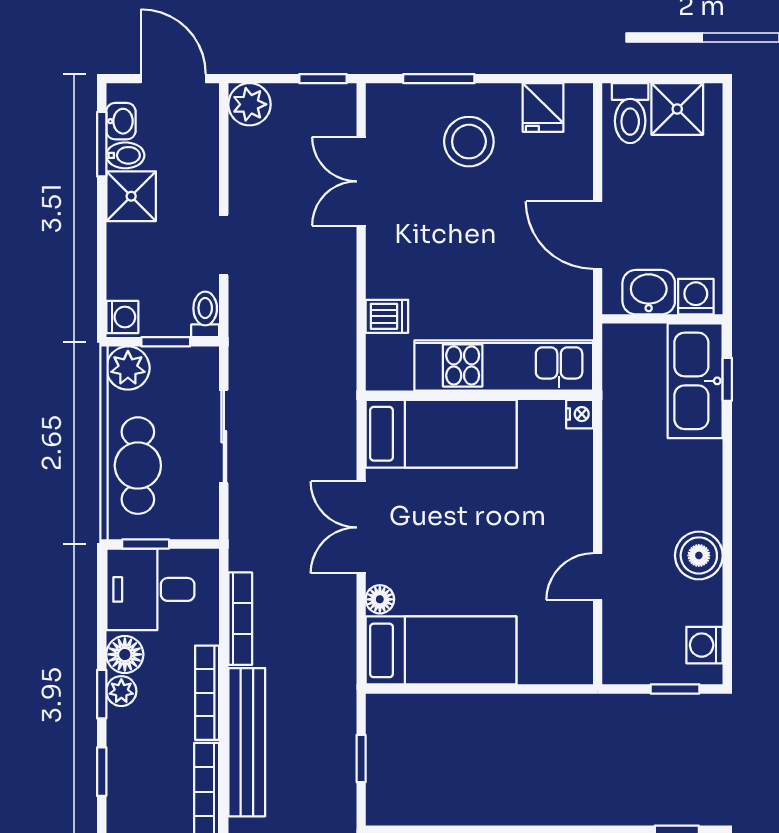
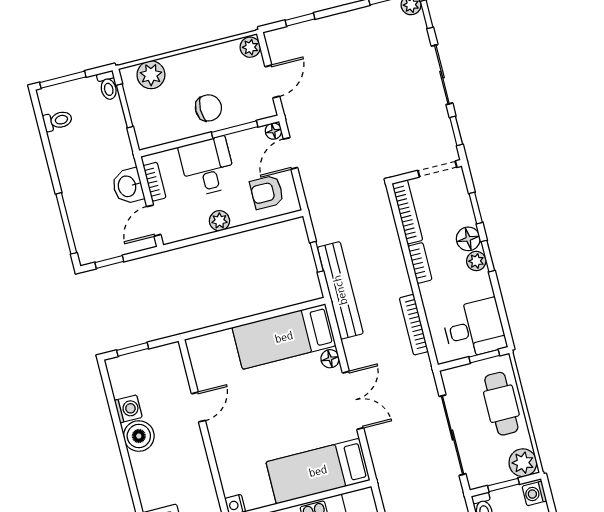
sliding door: (224, 437) -> (453, 435), width x1.37
washing machine: (705, 645) -> (128, 409), moved
floor lamp: (125, 654) -> (468, 239), moved
bookcase: (207, 693) -> (420, 263), width x0.64
bench: (247, 742) -> (340, 290), moved

